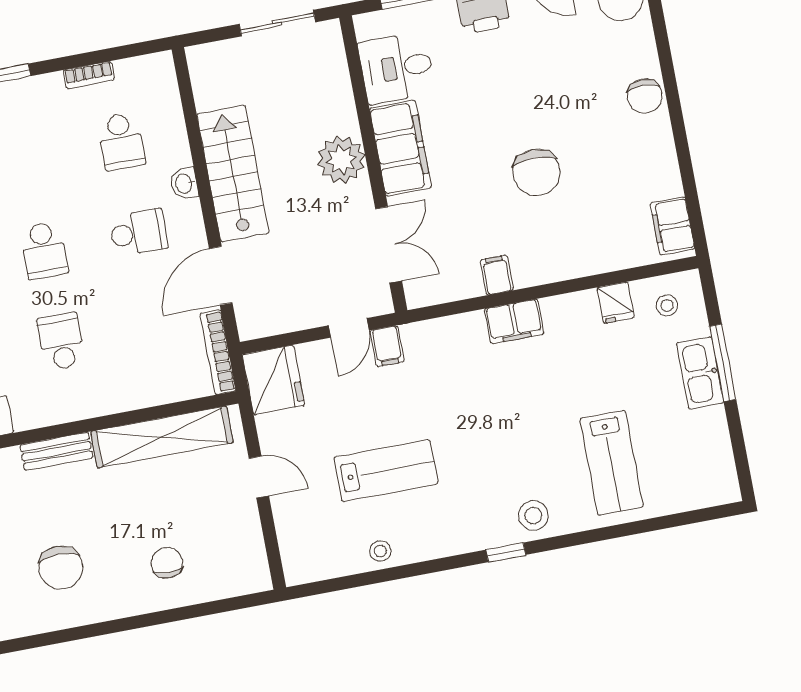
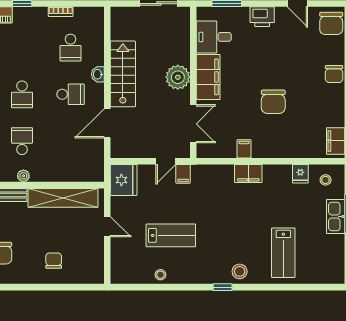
bookcase: (218, 352) -> (99, 161), removed
plant: (77, 409) -> (23, 176), added

